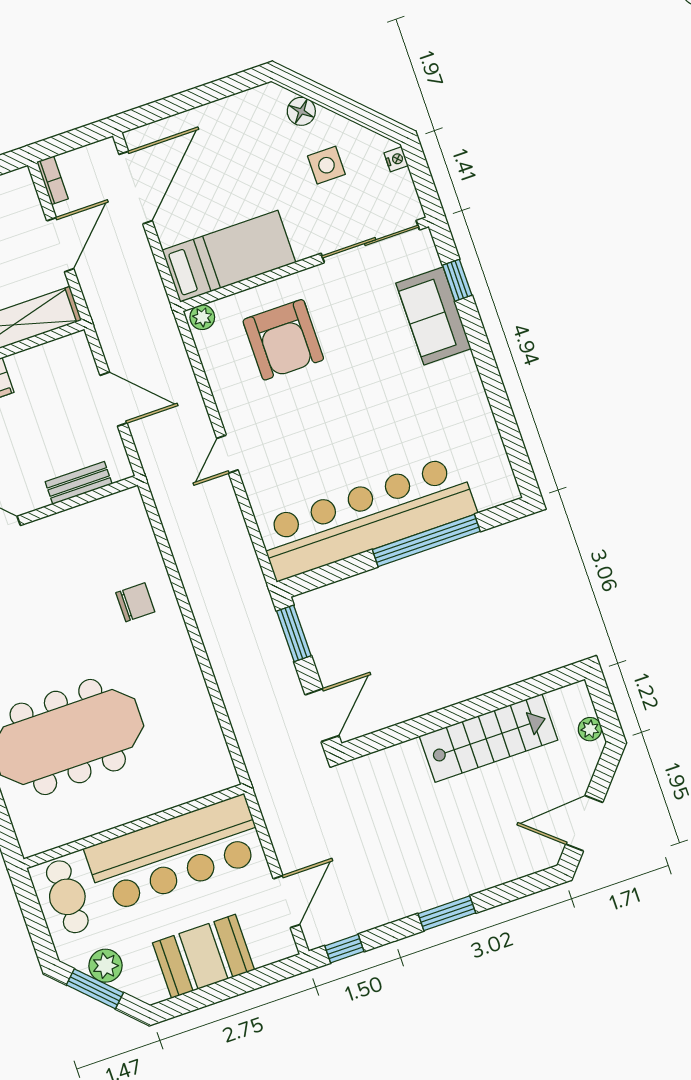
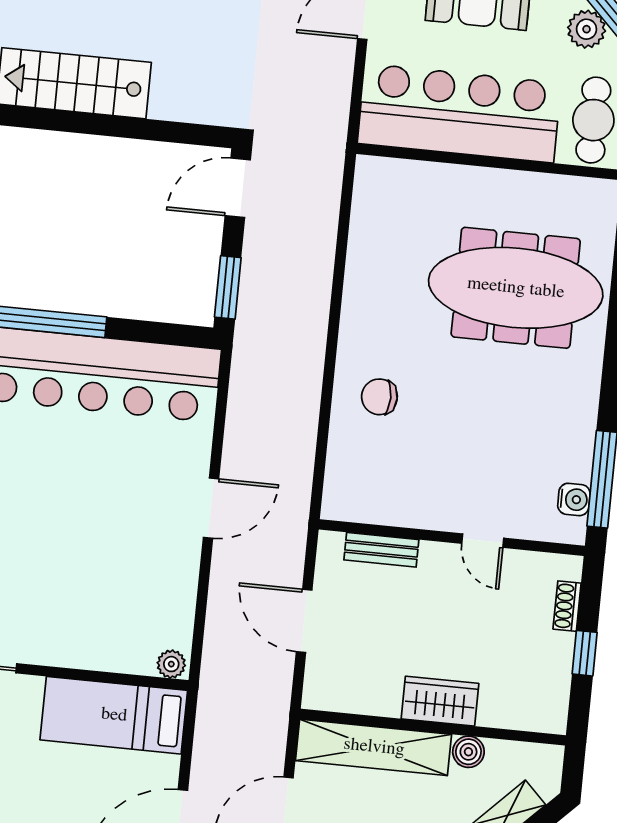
armchair: (283, 340) -> (97, 601), removed
door: (227, 454) -> (211, 508), width x1.38

